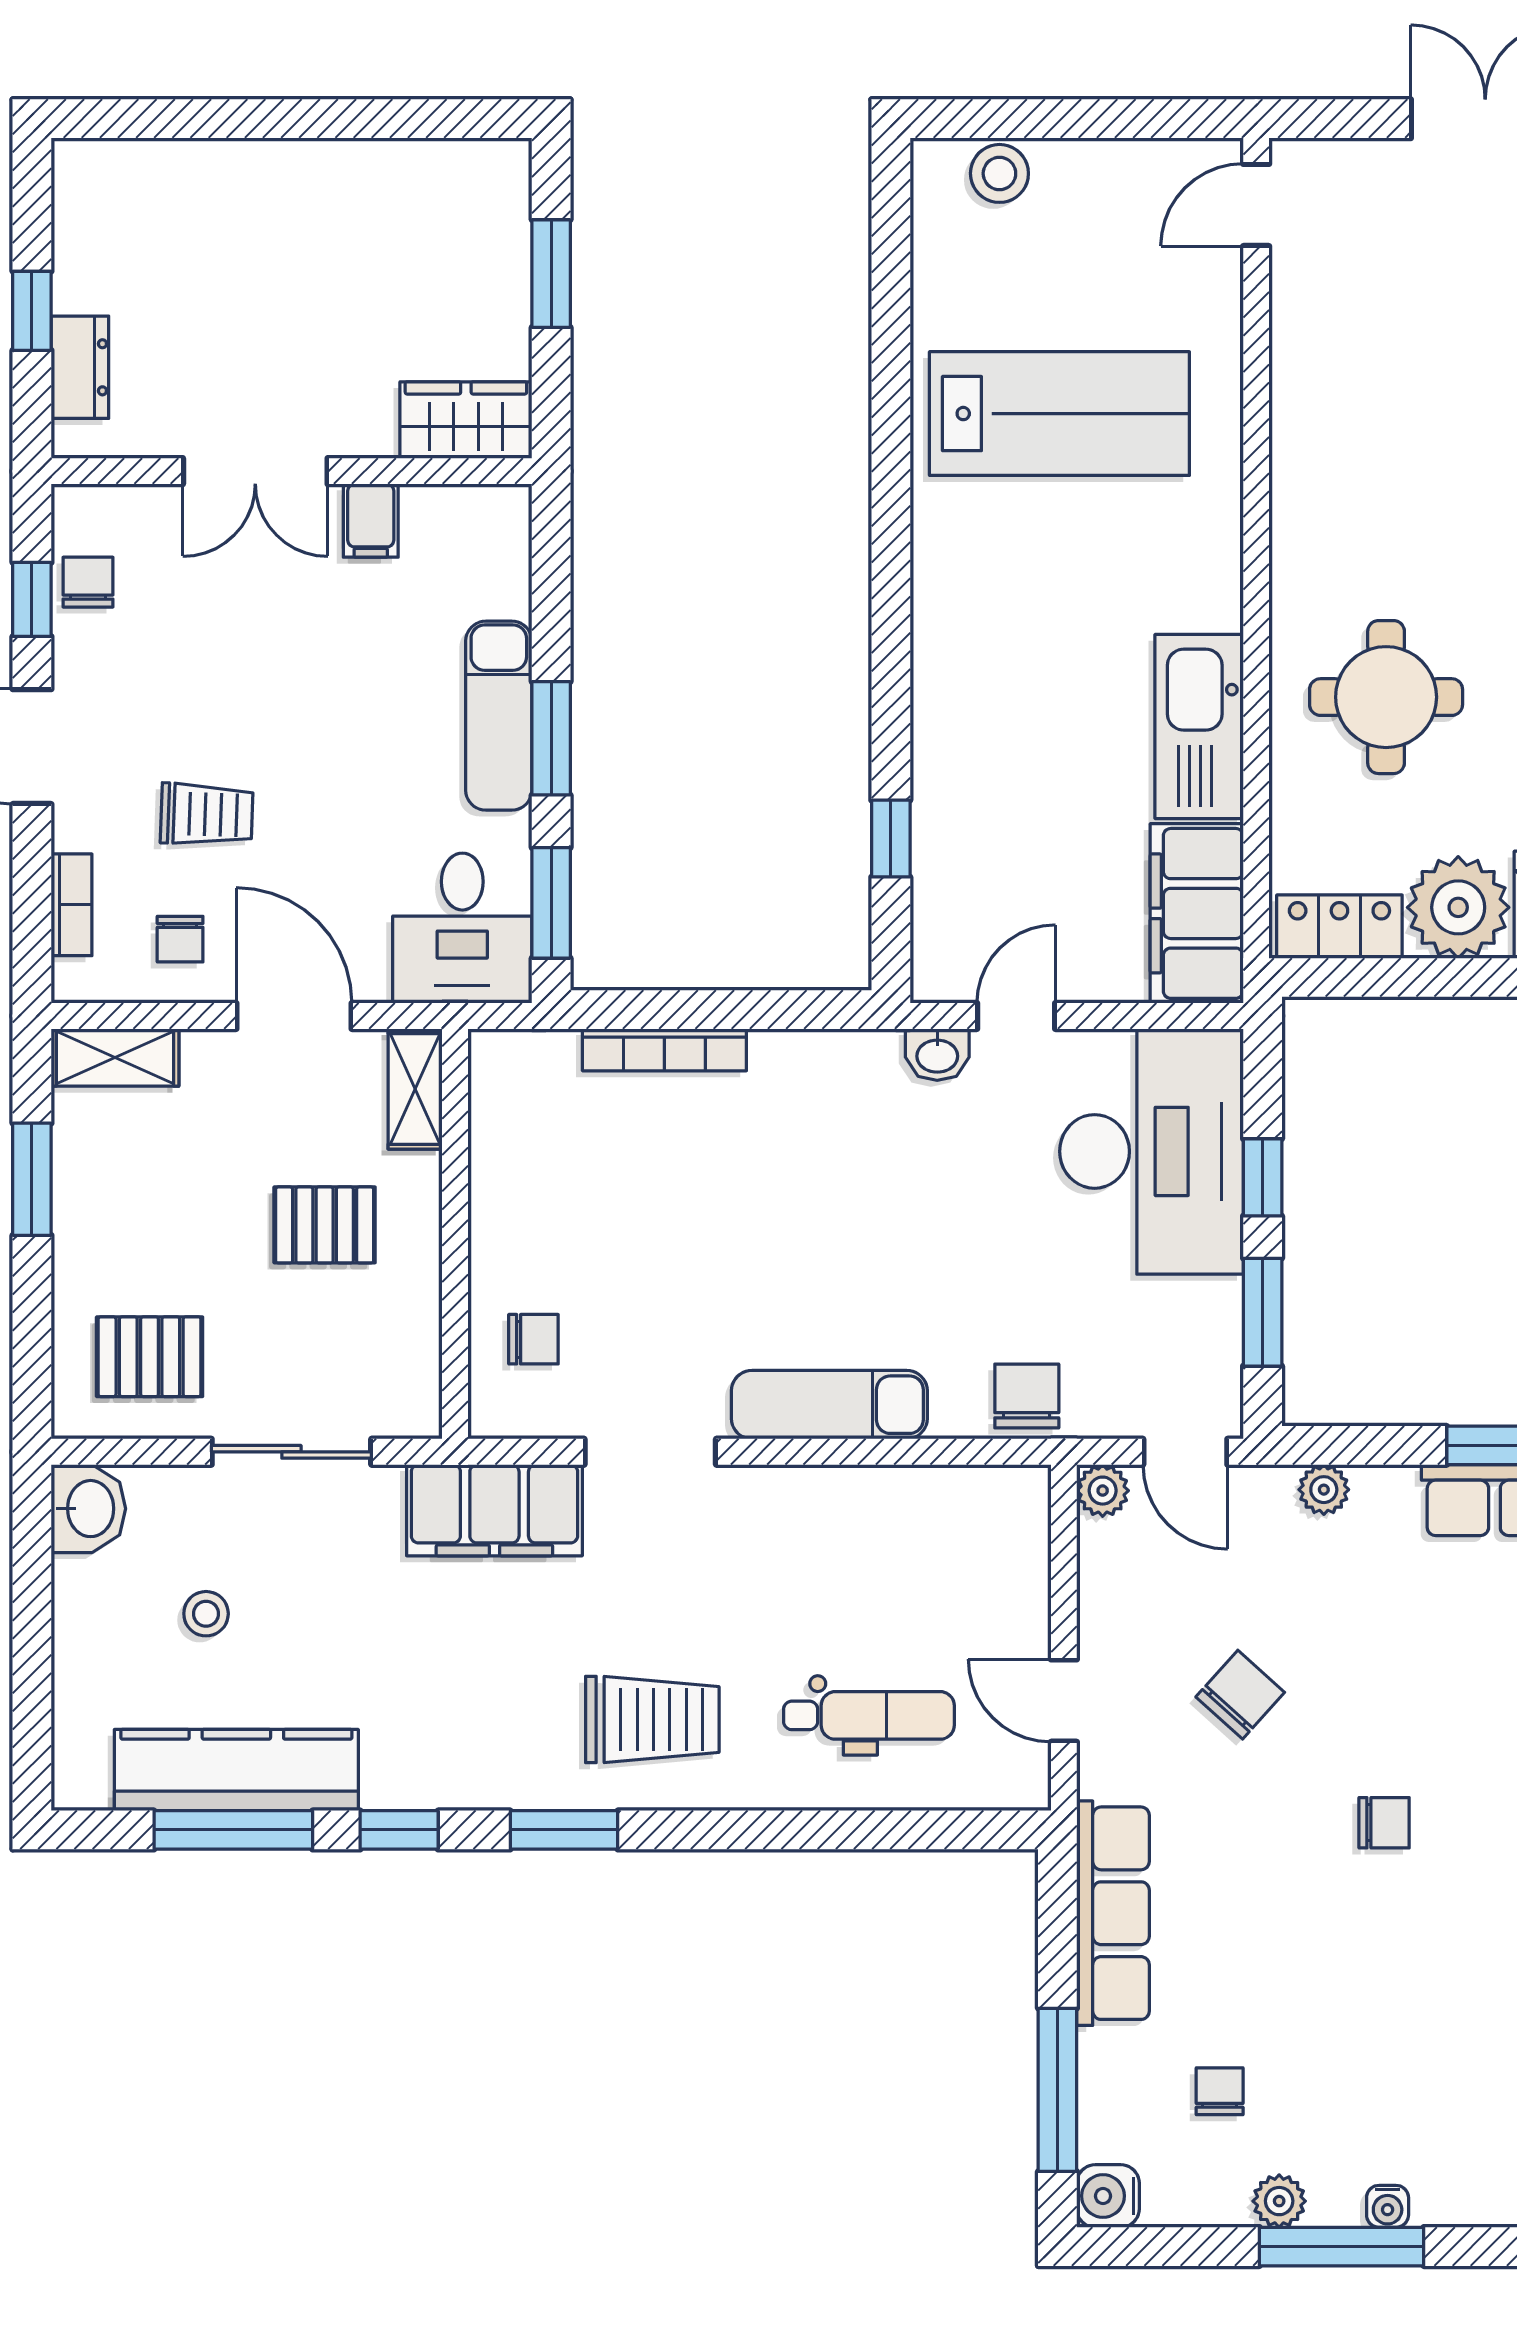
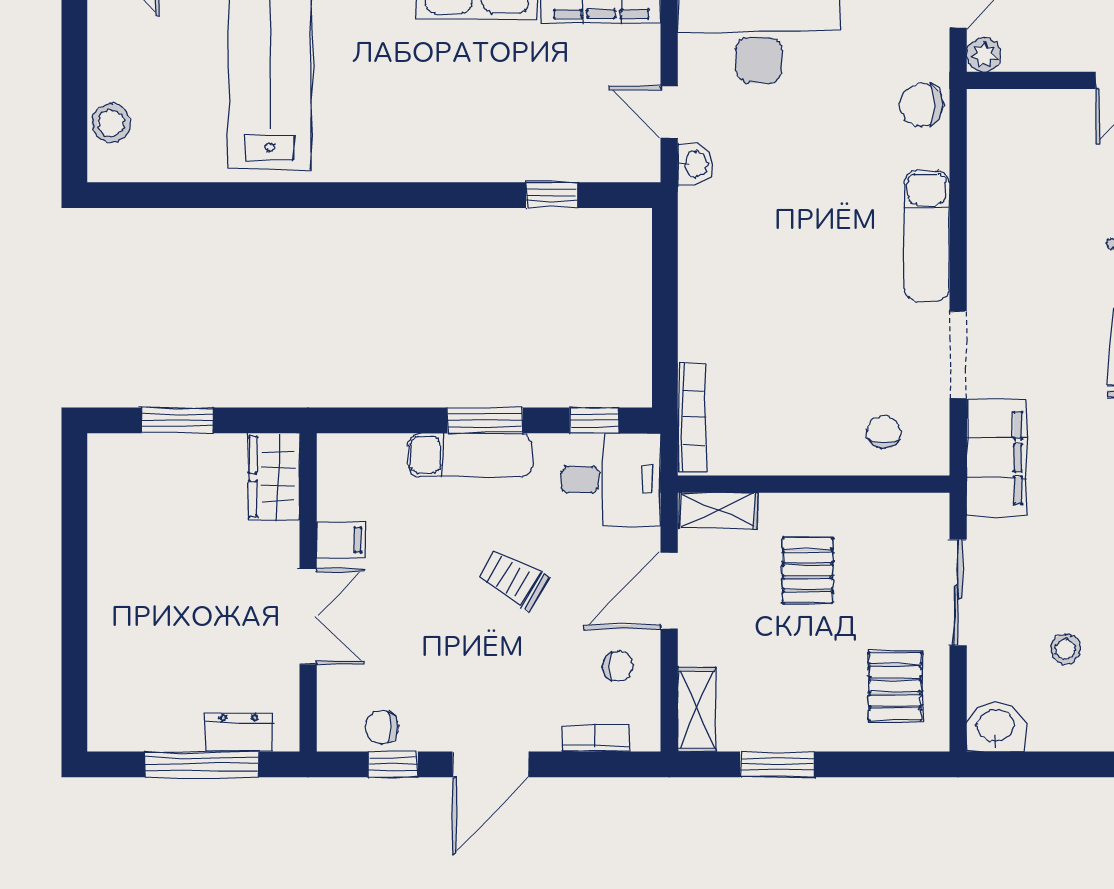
window: (32, 311) -> (202, 764), width x2.17
trolley: (207, 814) -> (513, 579), moved, turned -62
window: (551, 903) -> (594, 420), width x0.67
bookcase: (664, 1050) -> (692, 418), moved

